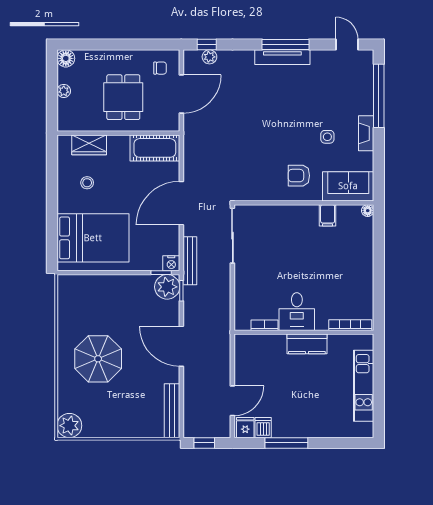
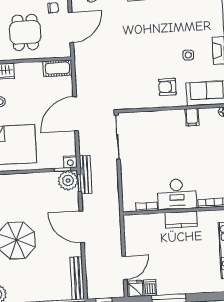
cot: (155, 148) -> (57, 68), width x0.73, depth x0.75
bench: (190, 261) -> (86, 175), moved
desk: (297, 312) -> (177, 194), width x1.37

